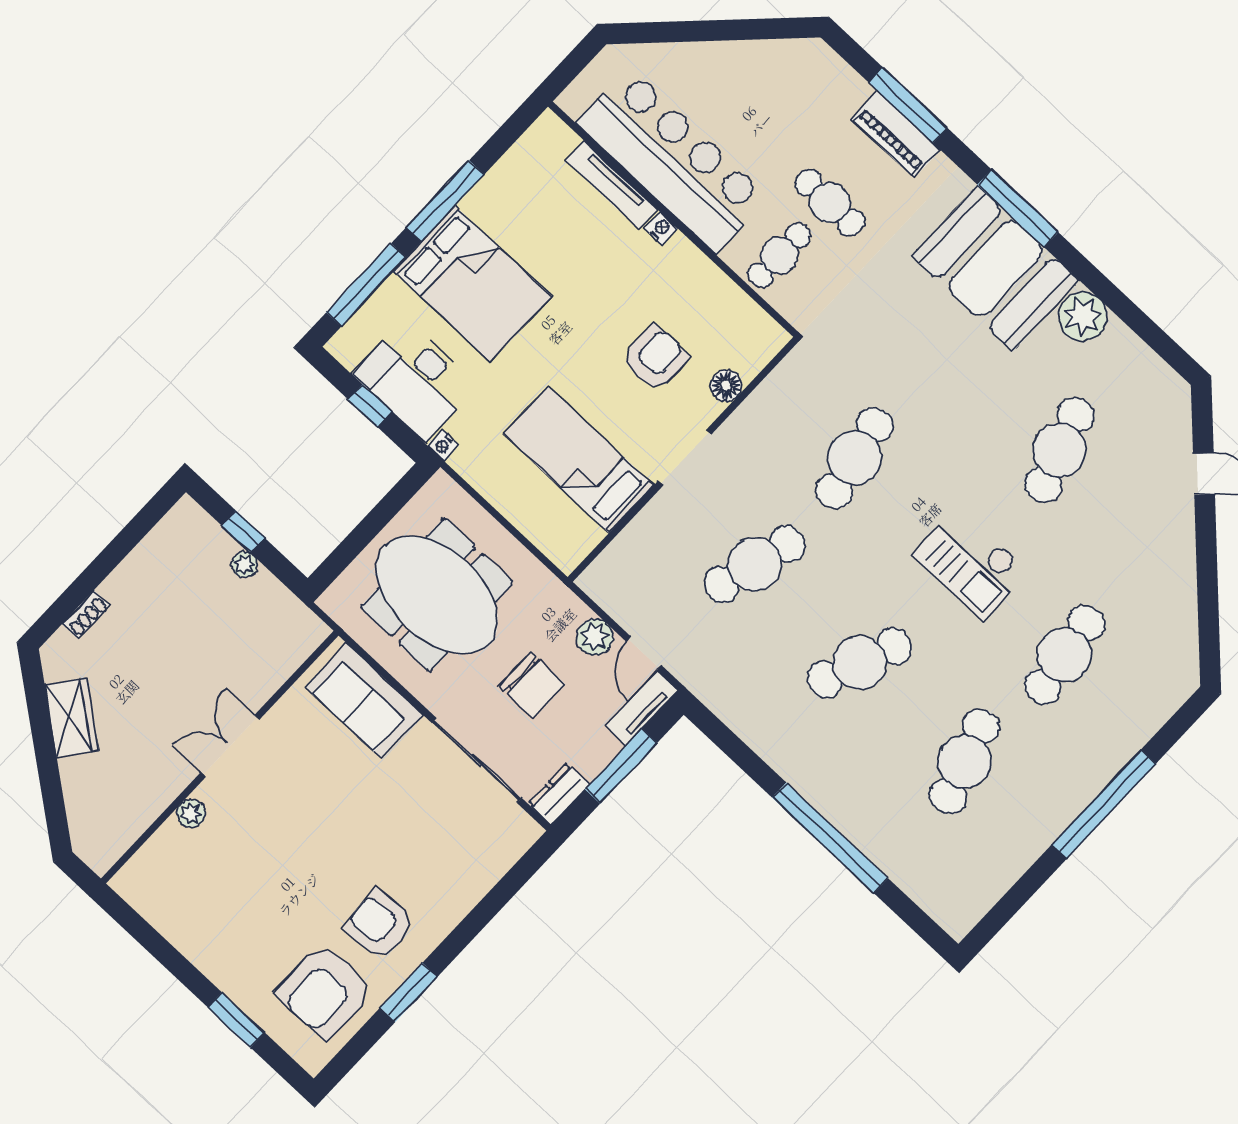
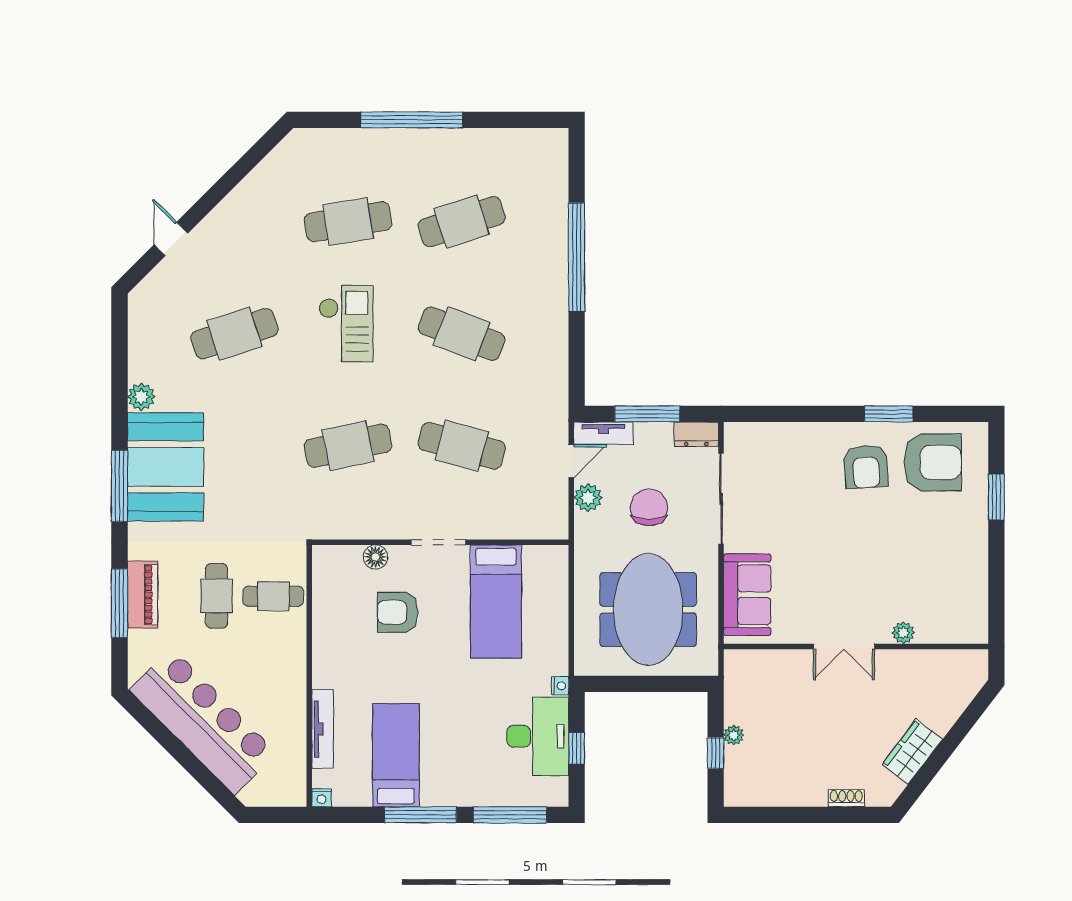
bar counter: (673, 160) -> (203, 721), moved, turned 135
nightstand: (661, 228) -> (322, 798), moved, turned -90
bed: (473, 284) -> (396, 755), moved, width x0.67
plant: (1083, 316) -> (141, 397), width x0.73, depth x0.73

